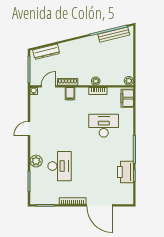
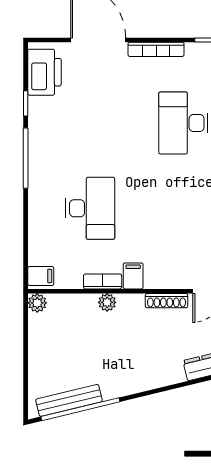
filing cabinet: (70, 94) -> (133, 276), moved
filing cabinet: (127, 98) -> (41, 276), width x0.50
desk: (104, 126) -> (90, 208), turned -90
printer: (125, 172) -> (44, 72), moved

